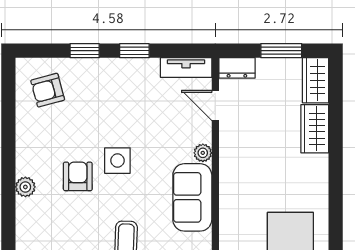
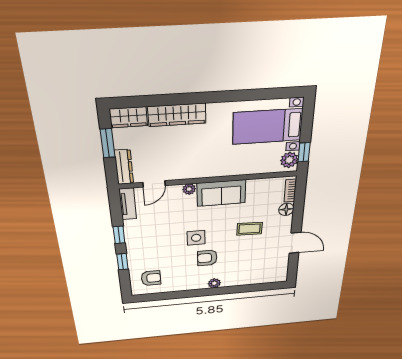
dresser: (237, 68) -> (124, 167), width x1.44
armchair: (48, 90) -> (151, 278), turned -75
wardrobe: (315, 129) -> (177, 115), width x1.50

